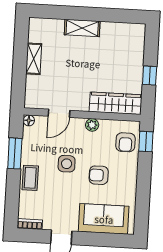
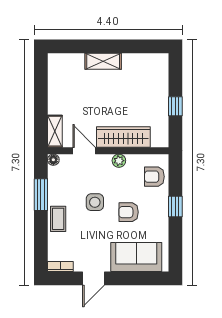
shelving: (34, 59) -> (55, 131), moved
wardrobe: (116, 103) -> (123, 137), moved
door: (59, 113) -> (84, 151), swing flipped
armchair: (126, 142) -> (154, 177), turned 90
window: (146, 142) -> (175, 207), moved

